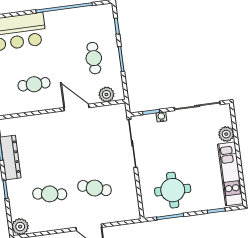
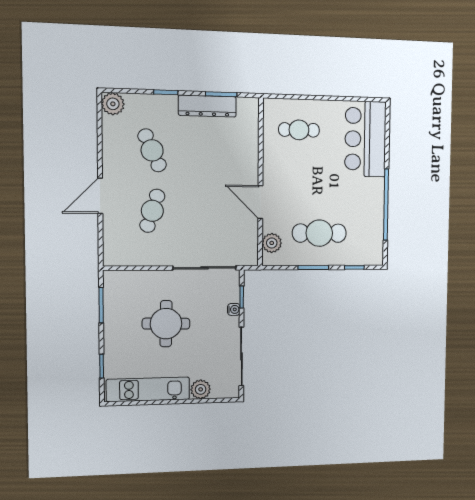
cafe table: (94, 58) -> (319, 233), width x1.37, depth x1.35
cafe table: (34, 84) -> (299, 130), moved, turned 90
door: (76, 108) -> (260, 202), swing flipped
round table: (173, 190) -> (166, 324), moved
cafe table: (50, 194) -> (152, 150), turned -33

